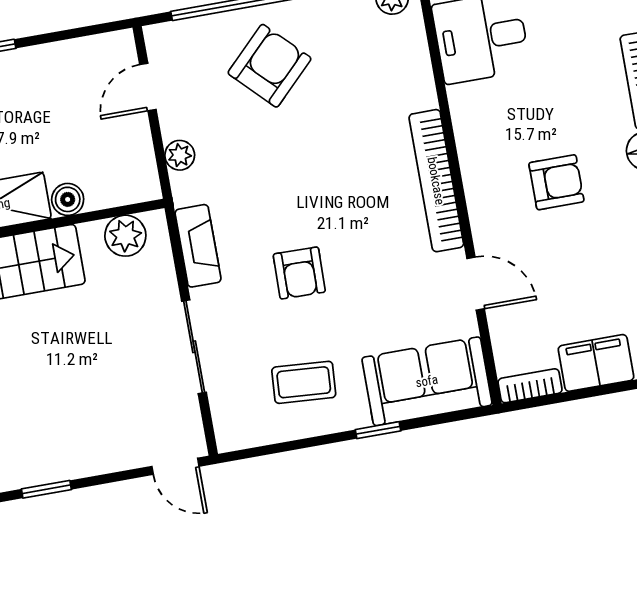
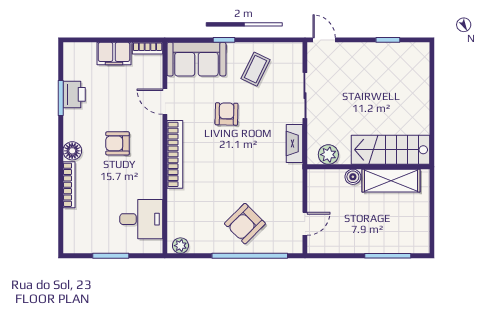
plant: (180, 155) -> (295, 188), removed
armchair: (299, 273) -> (226, 114), moved
coffee table: (304, 382) -> (256, 69), turned -68

